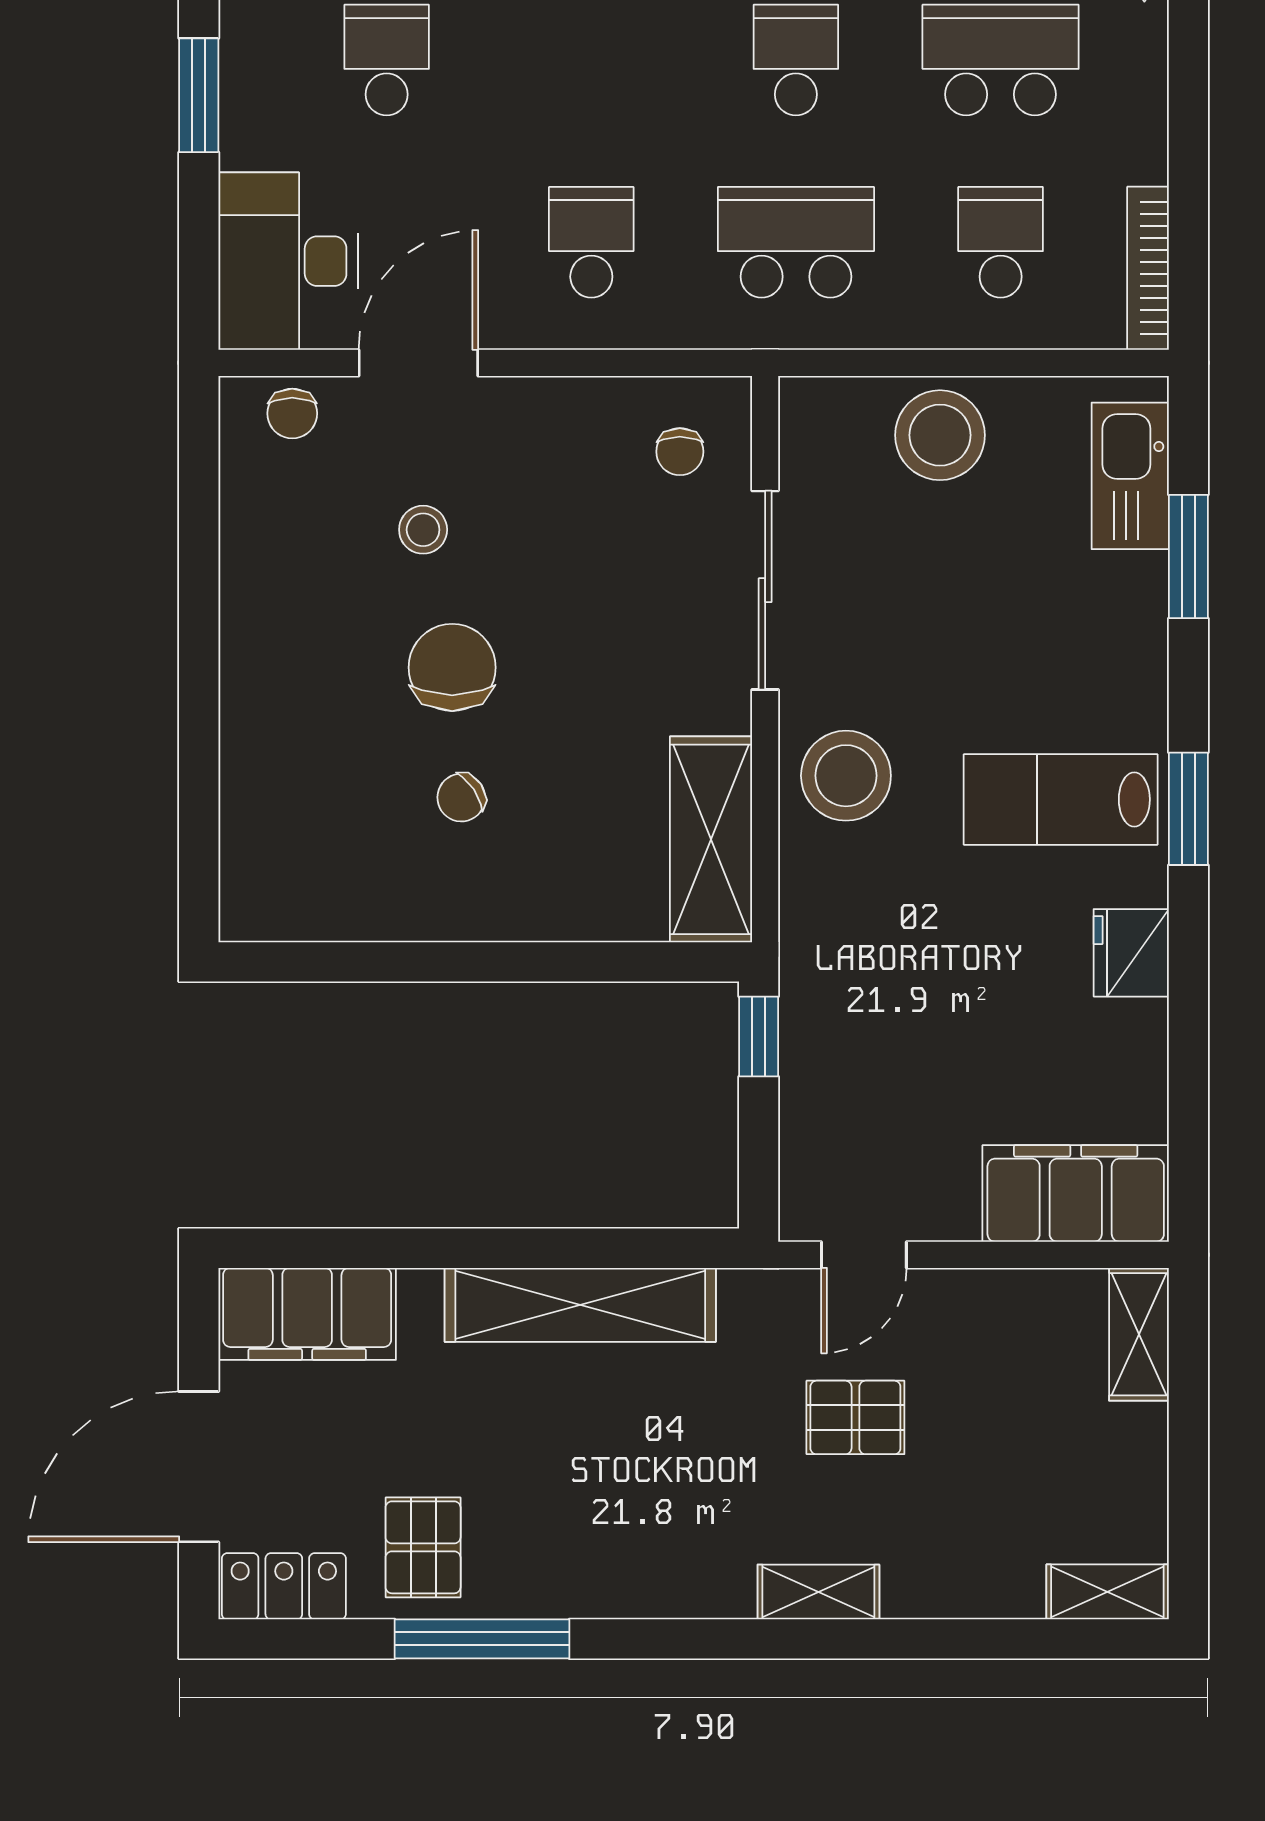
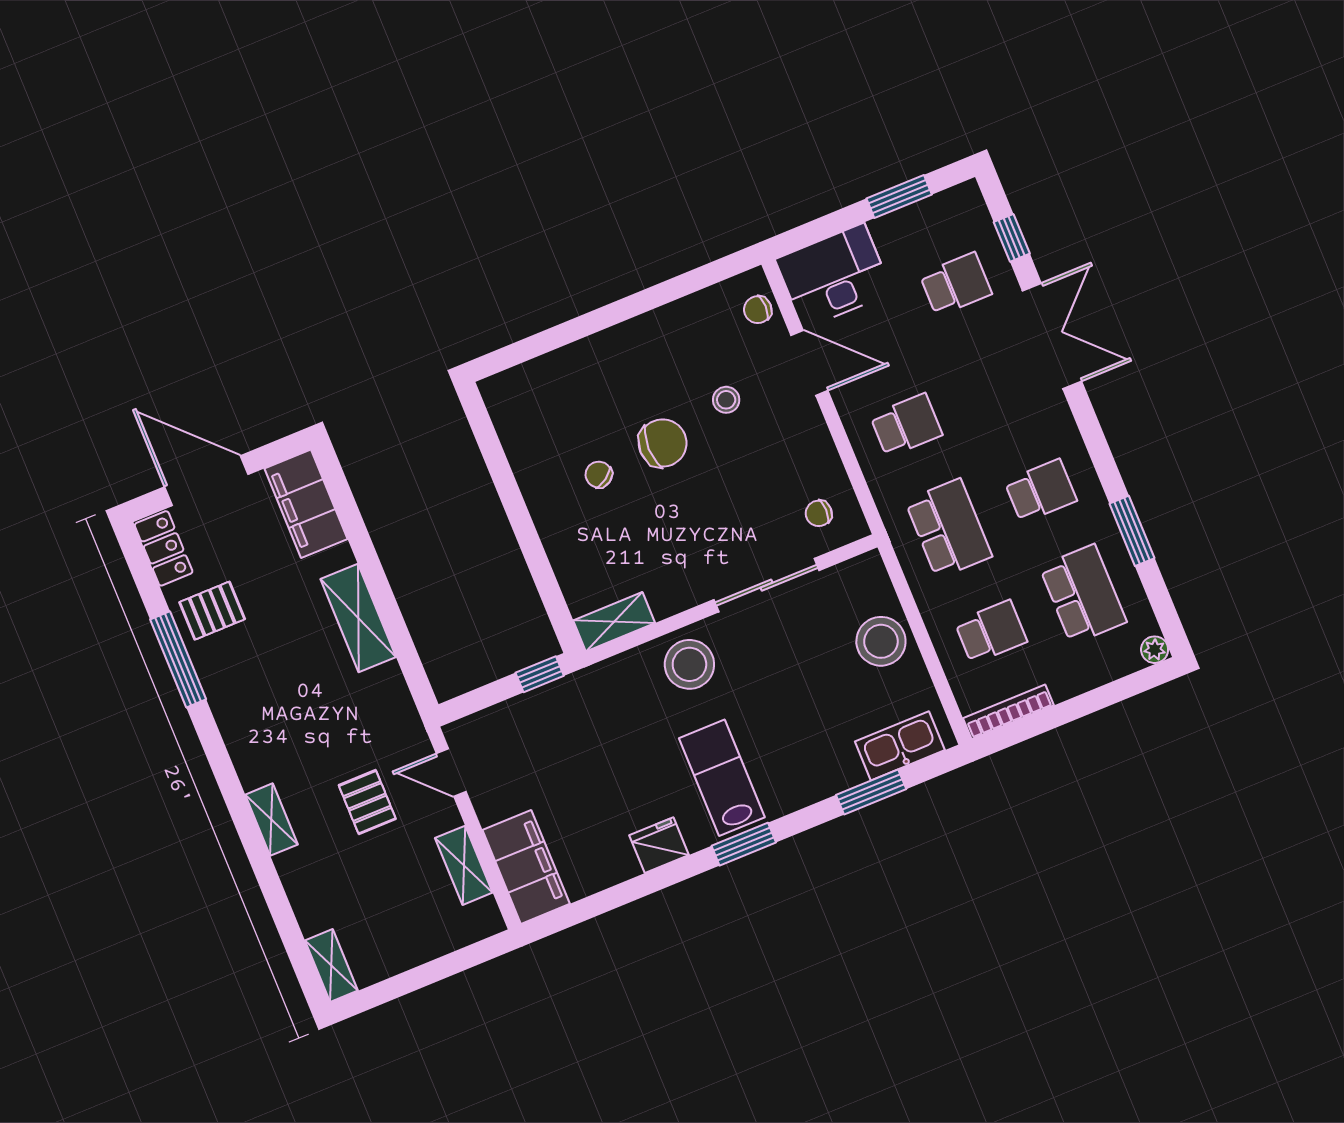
shelving: (711, 839) -> (614, 622), width x0.67, depth x0.75
shelving: (580, 1305) -> (358, 618), width x0.68
shelving: (1139, 1334) -> (464, 865), moved, turned 90

